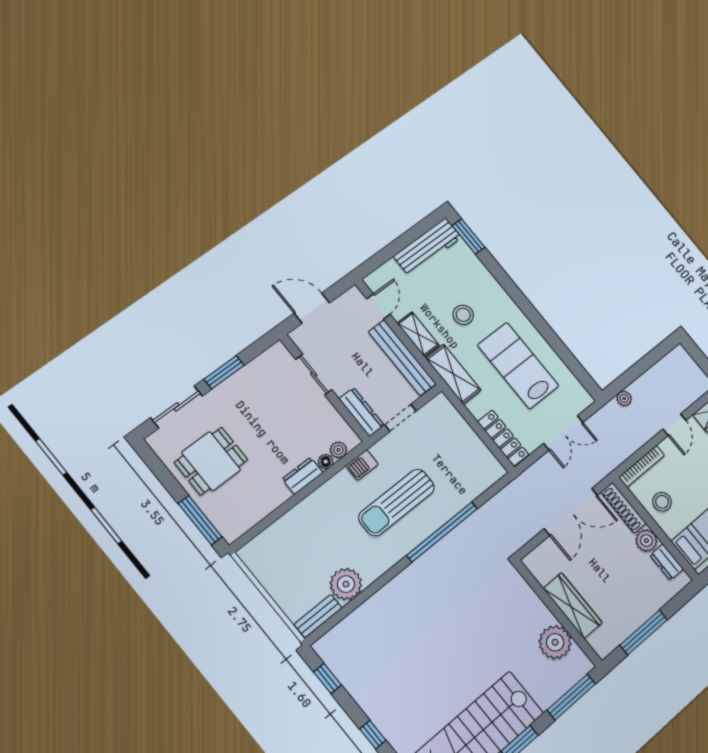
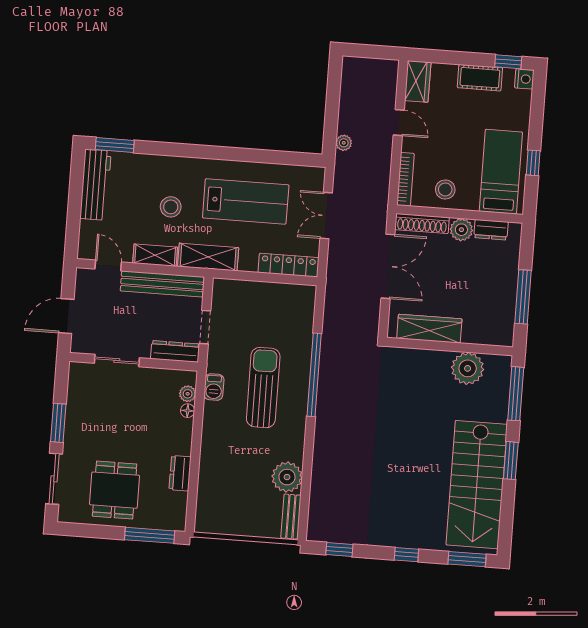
lab bench: (518, 366) -> (246, 201), turned 180
double door: (563, 433) -> (326, 216), swing flipped
dresser: (303, 476) -> (180, 473), moved
sun lounger: (397, 502) -> (263, 388), turned 180
wardrobe: (573, 606) -> (429, 329), moved

